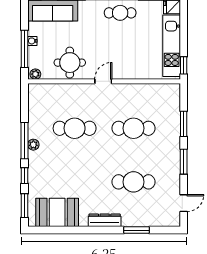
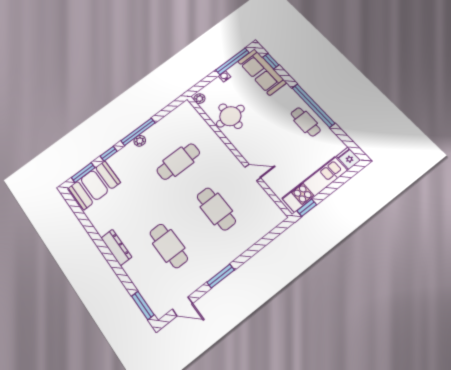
window: (24, 49) -> (232, 61), moved
door: (103, 81) -> (253, 172), moved
window: (184, 124) -> (255, 249), removed
cafe table: (75, 128) -> (178, 162), turned 90
booth: (57, 212) -> (94, 185), moved, turned 90
window: (137, 230) -> (143, 305), moved

